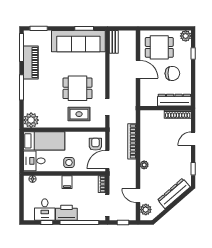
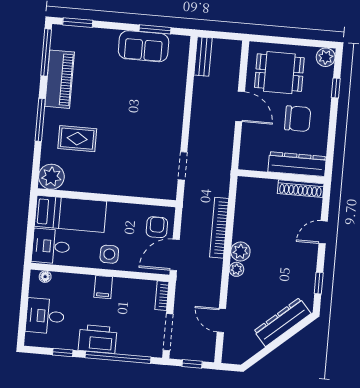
sofa: (78, 41) -> (144, 46), width x0.54, depth x0.79
dining table: (78, 88) -> (135, 130), removed
rug: (79, 114) -> (77, 139), moved
desk: (45, 210) -> (45, 316), moved, turned 90
plant: (146, 210) -> (240, 252), moved

